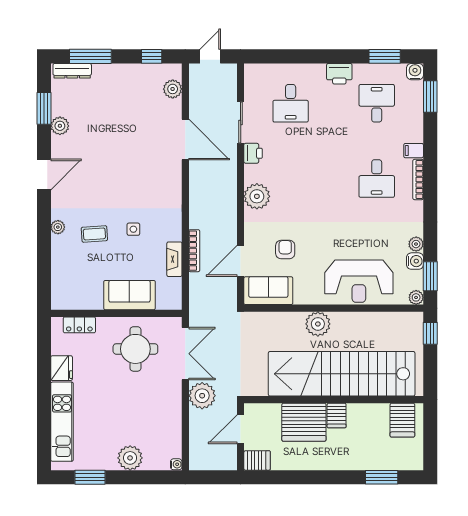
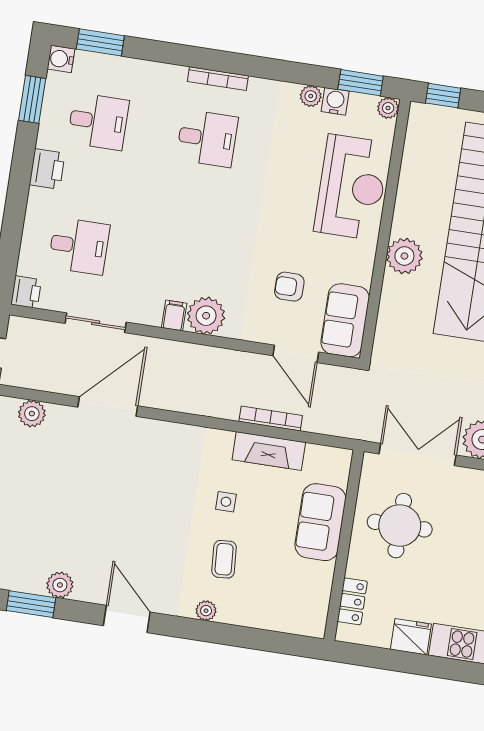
desk: (377, 103) -> (98, 121), turned 180
filing cabinet: (414, 151) -> (174, 315), moved, turned 180
printer: (253, 153) -> (26, 292), moved, turned 90
fireplace: (174, 259) -> (269, 451), width x1.37, depth x1.32

